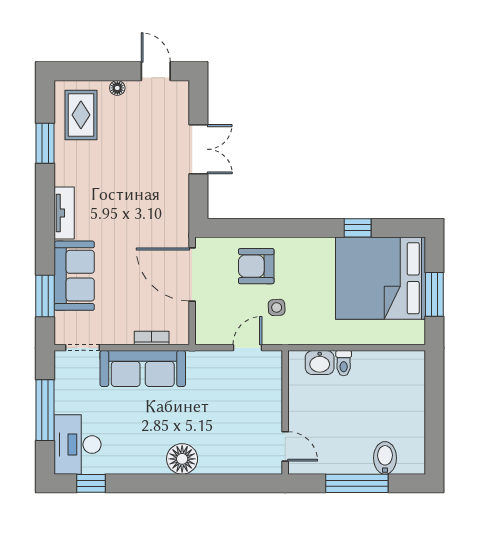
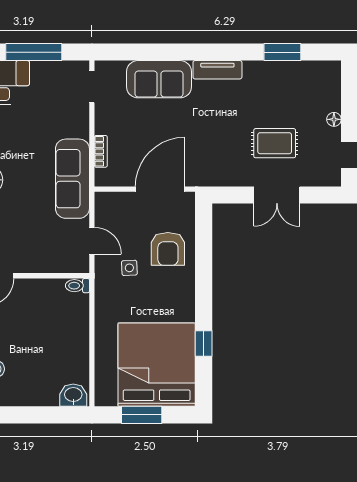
rug: (81, 115) -> (275, 143), moved
armchair: (256, 266) -> (168, 249), turned 180
window: (45, 296) -> (140, 52), removed
washbasin: (320, 363) -> (73, 395), moved, turned 90
toilet: (344, 363) -> (77, 286), moved
sofa: (143, 369) -> (72, 179), moved

